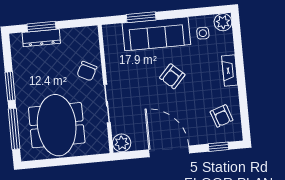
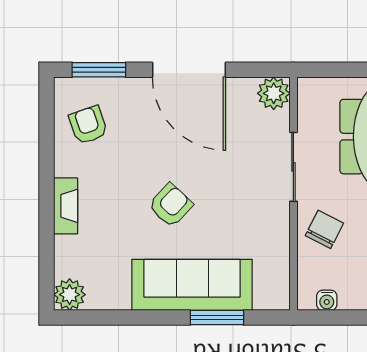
water cooler: (82, 32) -> (327, 300), added
side table: (203, 33) -> (108, 278), removed
window: (219, 147) -> (99, 70), width x1.50

